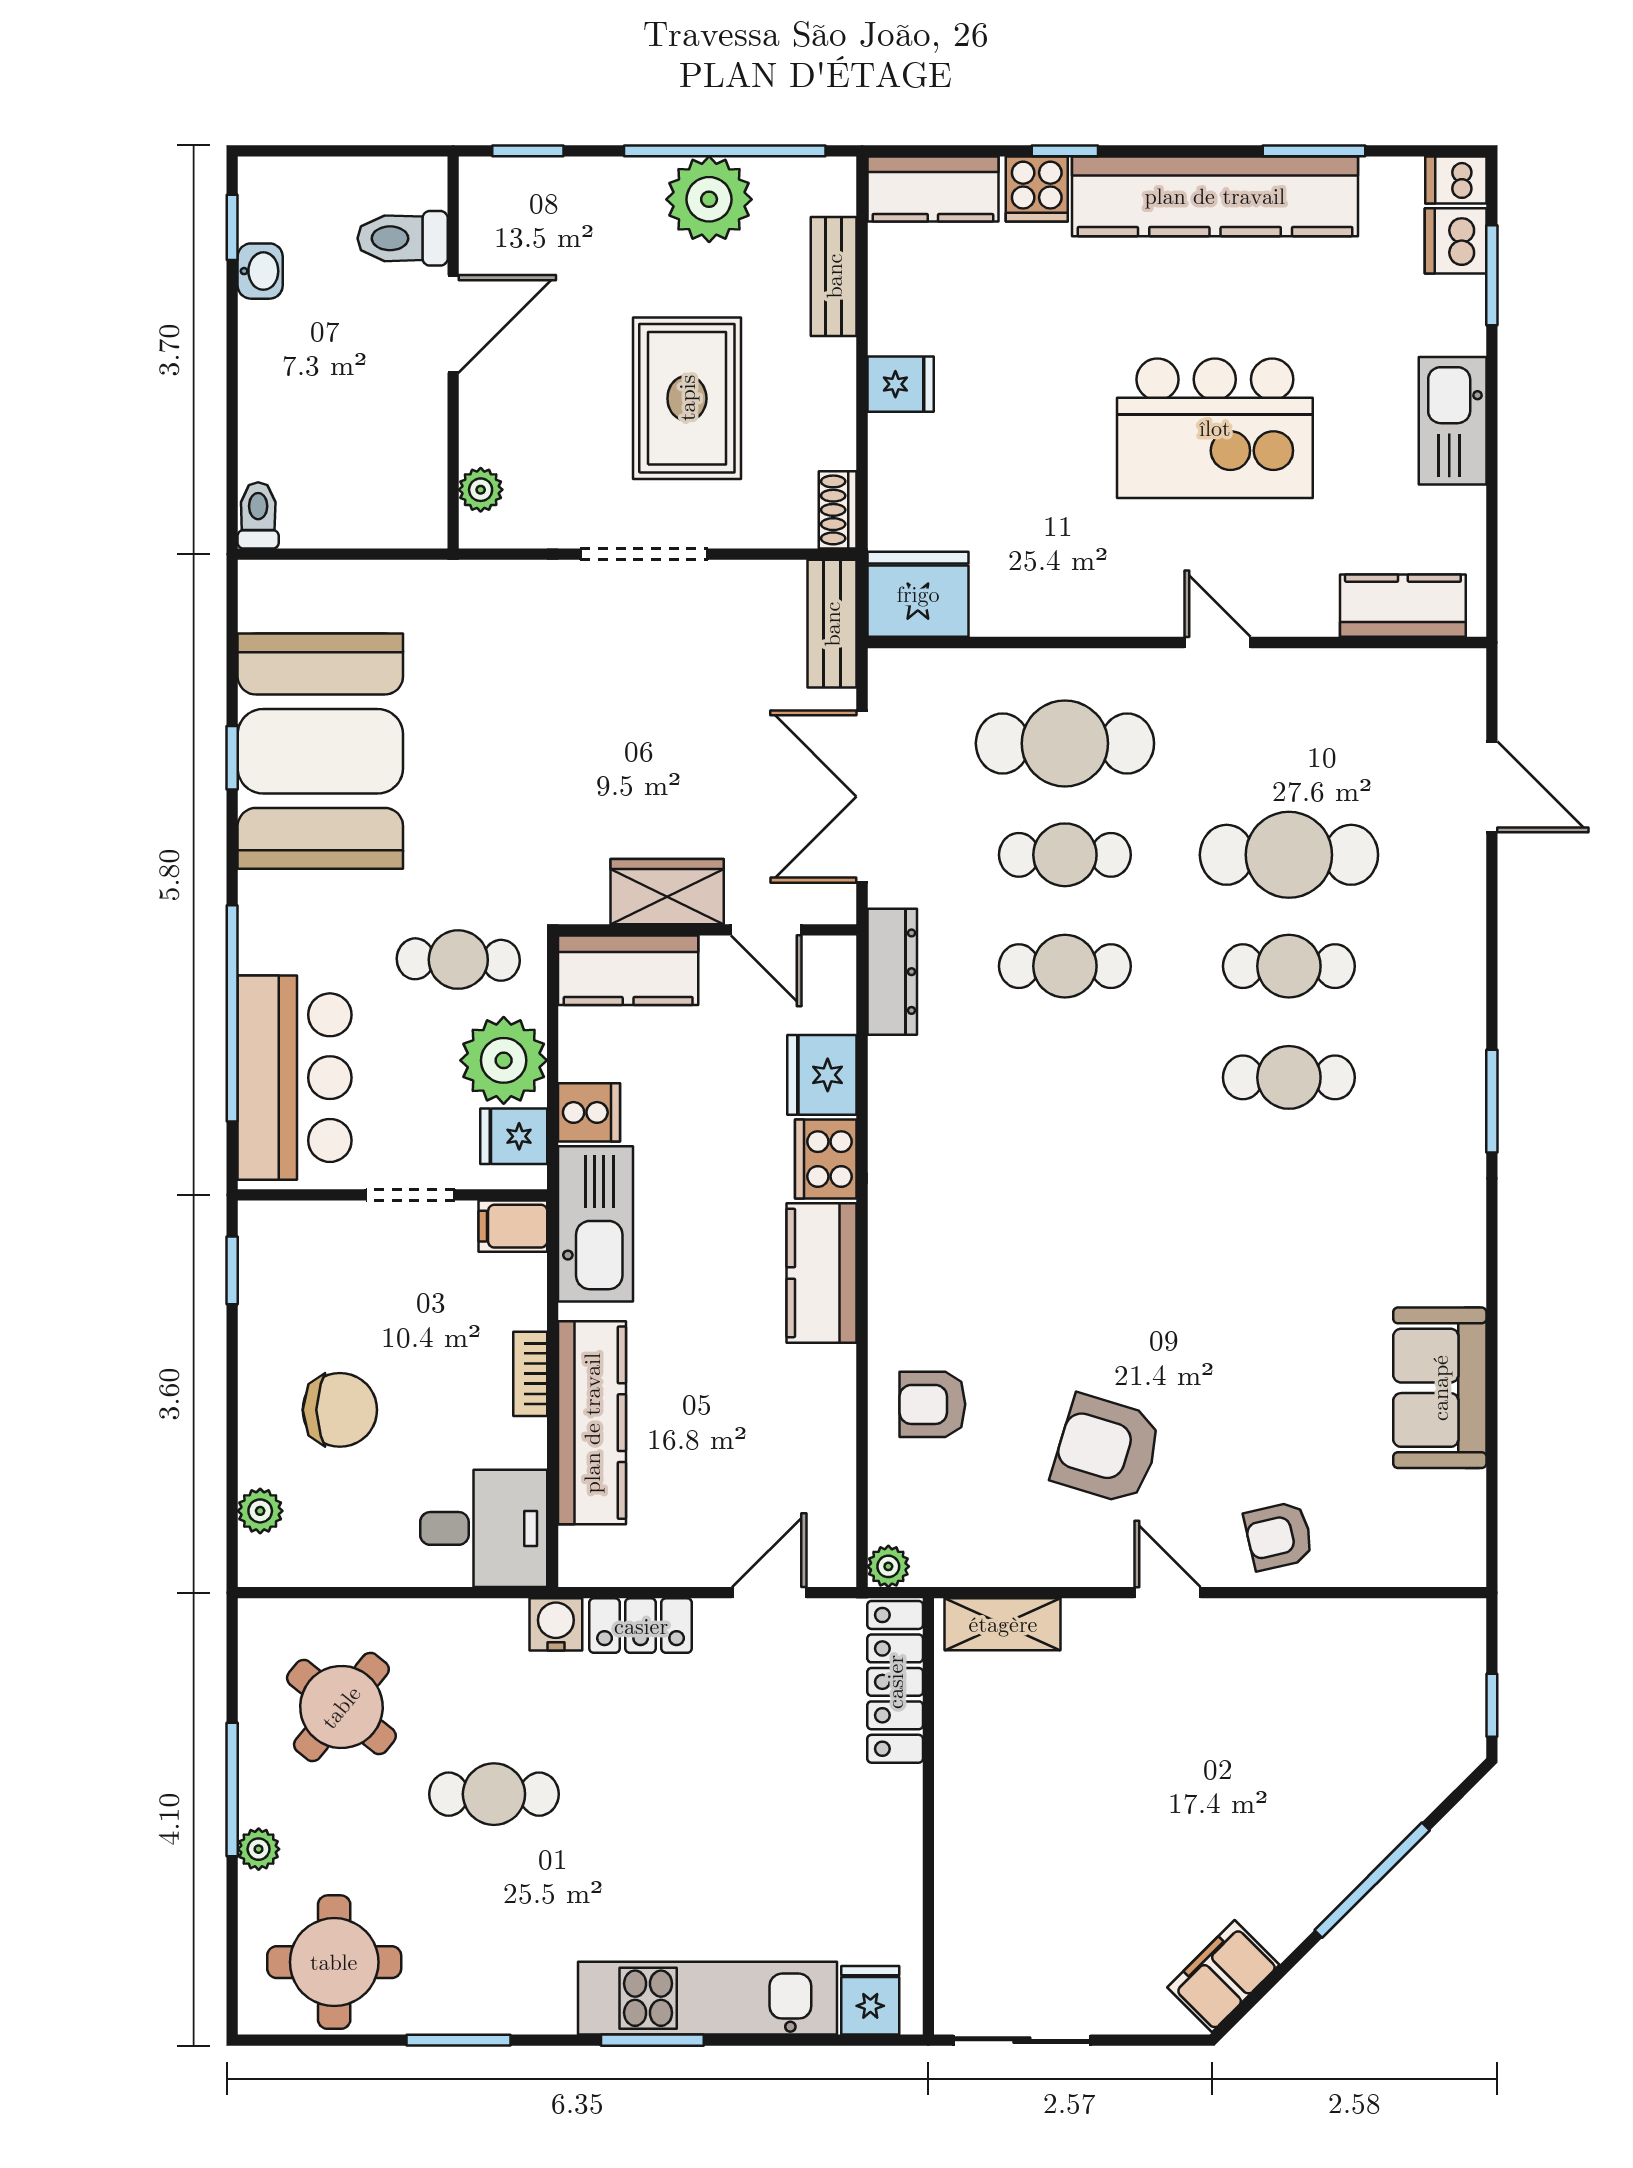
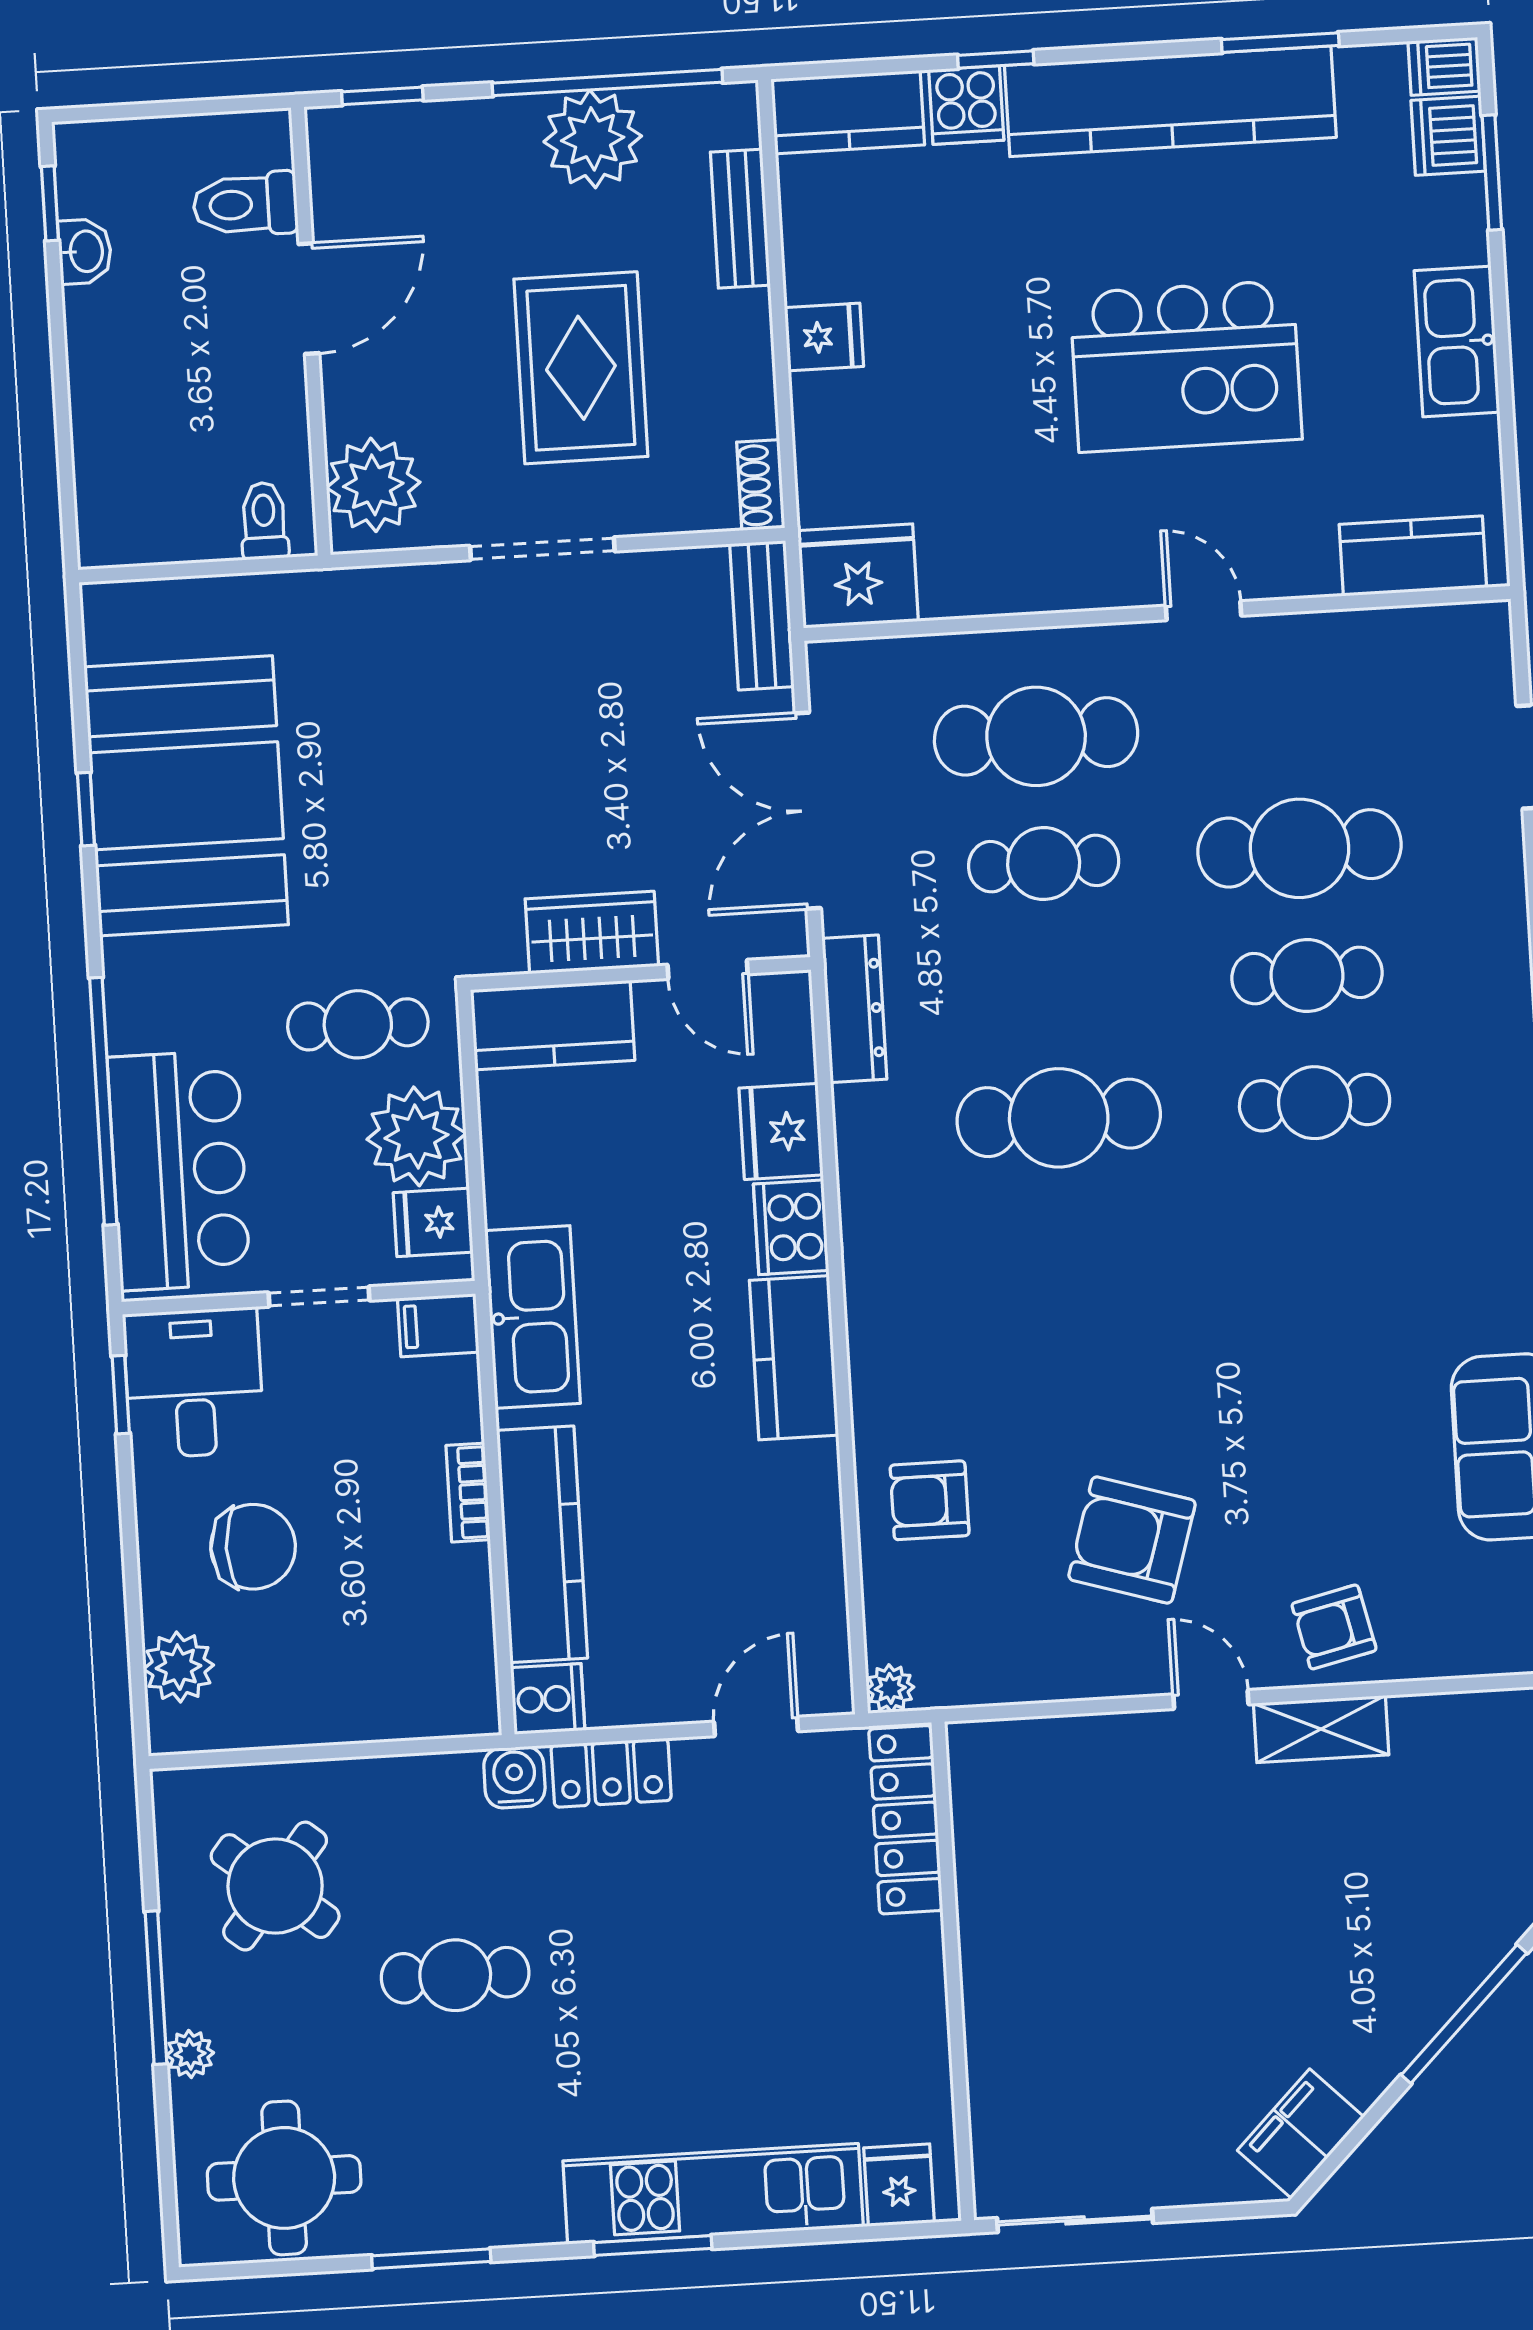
plant: (481, 490) -> (373, 485), width x1.88, depth x1.88
toilet: (258, 515) -> (264, 521), moved
cafe table: (1065, 966) -> (1059, 1118), moved, width x1.37, depth x1.35
cooker: (589, 1112) -> (548, 1699), moved
plant: (260, 1511) -> (179, 1667), width x1.38, depth x1.38
desk: (484, 1528) -> (194, 1383), moved, turned -90
shelving: (1003, 1624) -> (1321, 1729), moved

